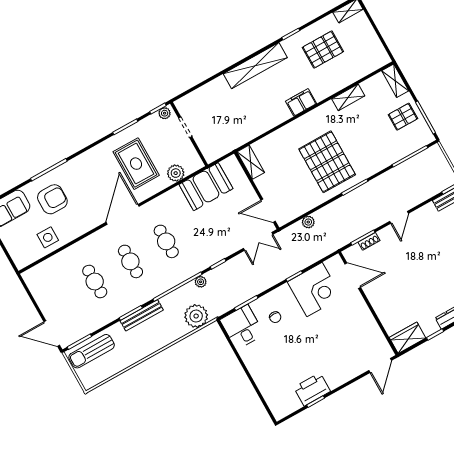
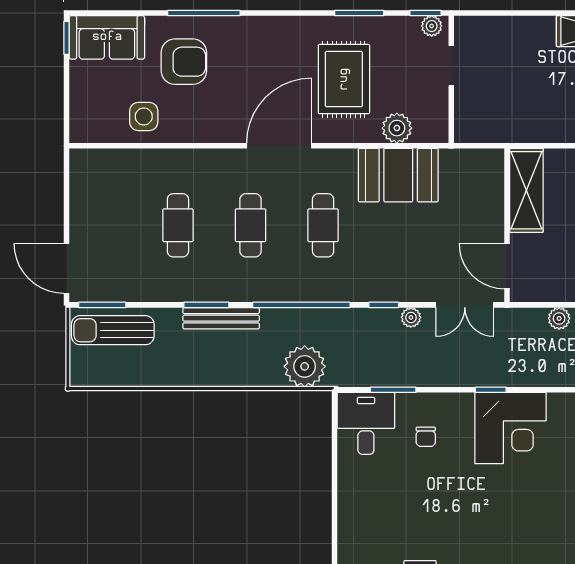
shelving: (251, 162) -> (526, 190), width x1.50, depth x1.33
booth: (206, 187) -> (398, 175), moved
plant: (201, 282) -> (411, 317), moved

